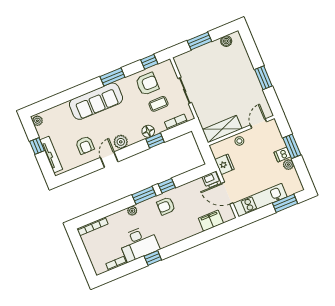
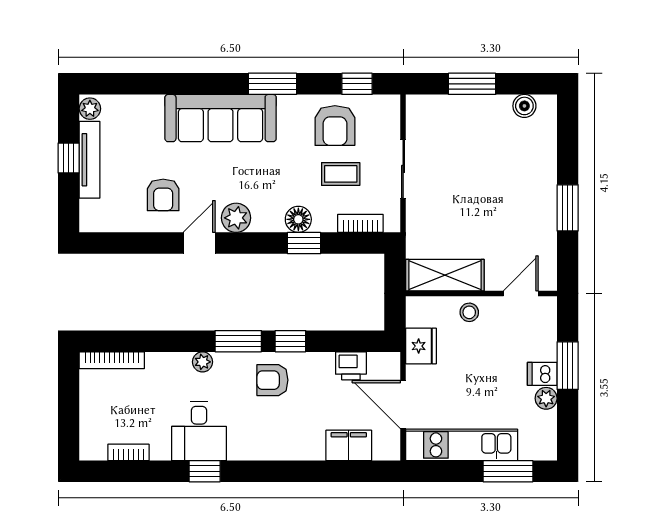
armchair: (147, 84) -> (335, 126), turned 90
tv unit: (51, 155) -> (90, 160), moved
printer: (211, 180) -> (351, 366), moved
desk: (139, 243) -> (199, 431), width x0.73

